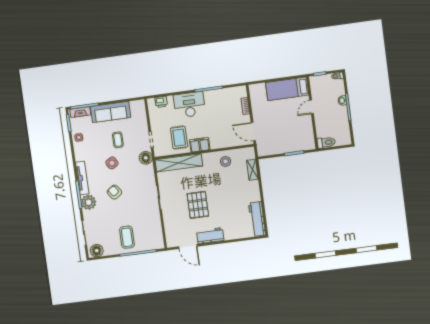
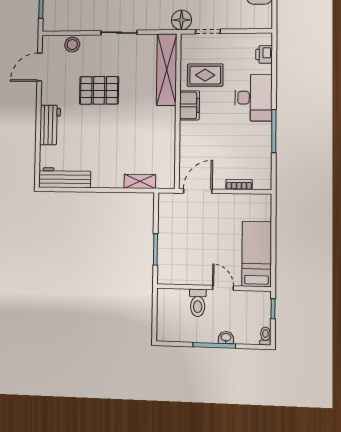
toilet: (326, 142) -> (198, 303), moved
stool: (226, 161) -> (72, 45), moved
workbench: (210, 236) -> (50, 125), moved

